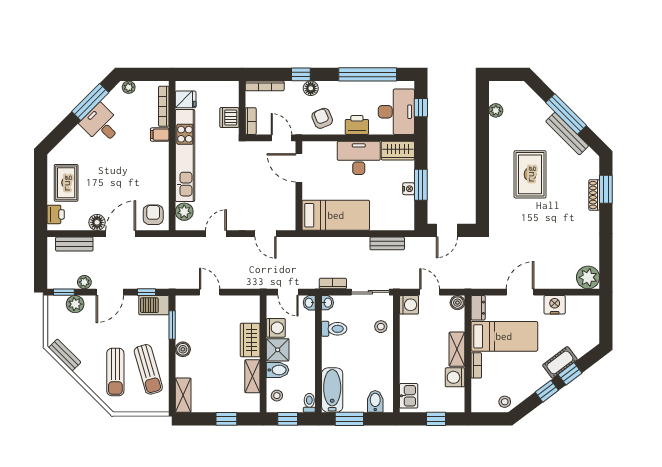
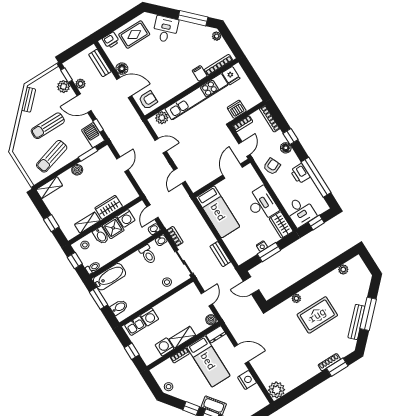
desk: (396, 112) -> (301, 212), width x0.73
desk: (101, 124) -> (165, 29), moved
printer: (357, 125) -> (300, 174), moved, turned 180
plant: (495, 187) -> (296, 298), added
washing machine: (409, 305) -> (150, 317), moved
sun lounger: (115, 372) -> (48, 126), moved

